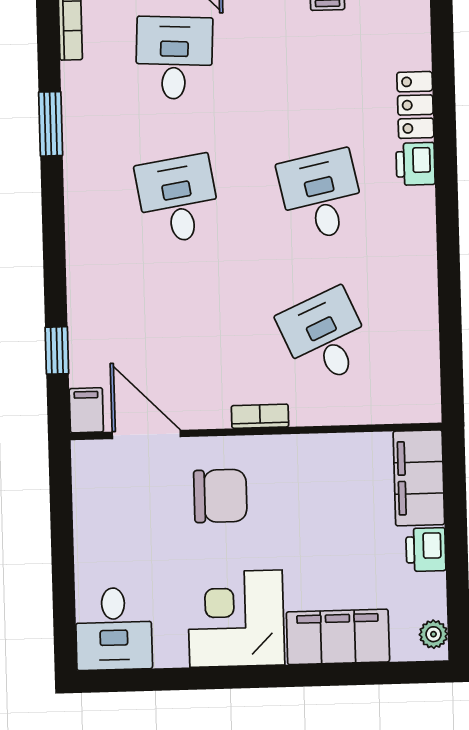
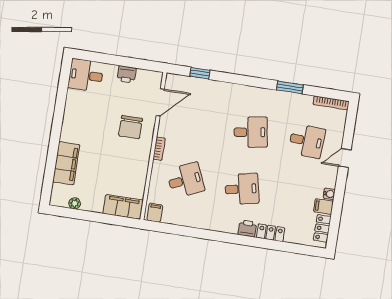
filing cabinet: (86, 410) -> (155, 213), moved, turned -90
printer: (426, 550) -> (127, 74), moved, turned 180
corner desk: (236, 619) -> (81, 124), removed
plant: (433, 634) -> (75, 203), moved

